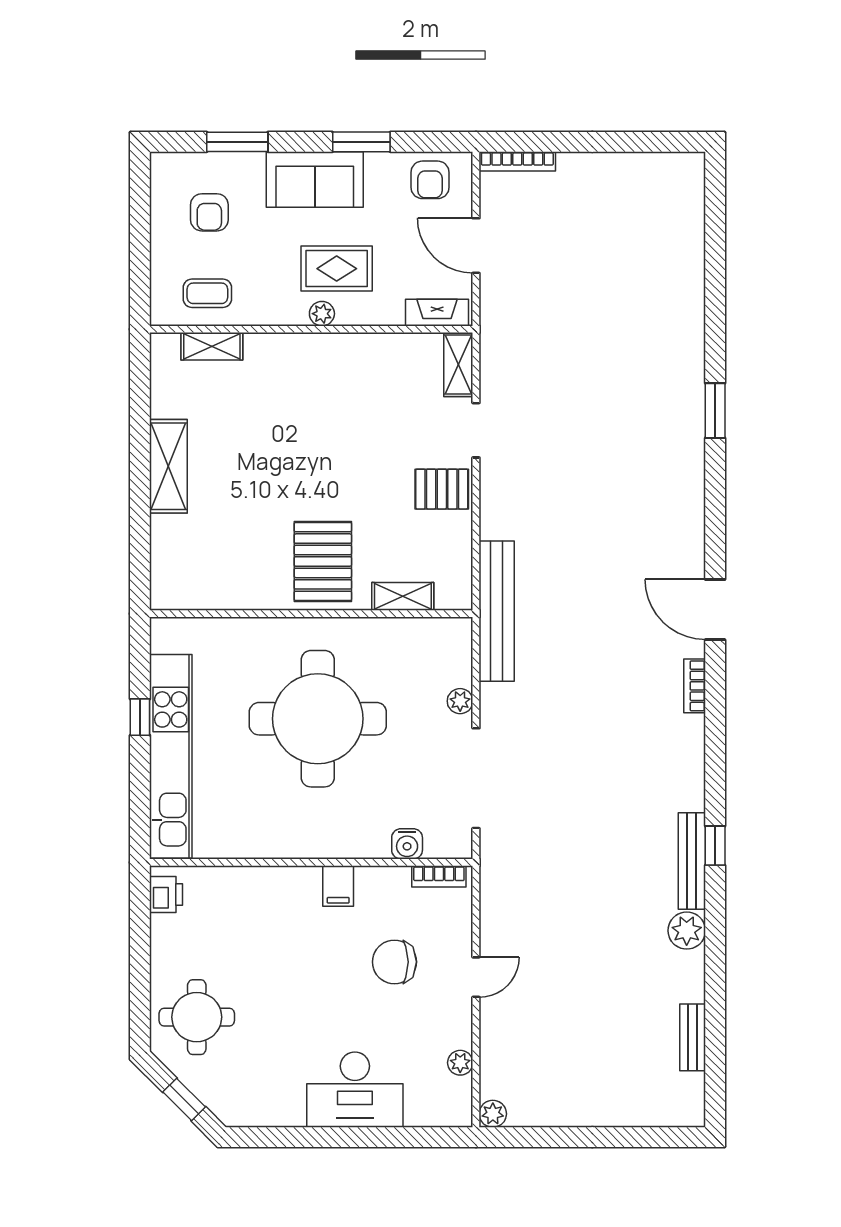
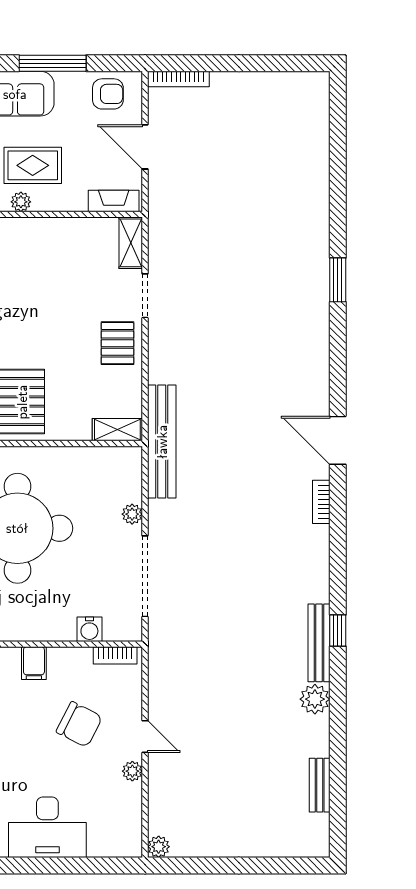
window: (361, 142) -> (53, 63), width x1.44
armchair: (430, 180) -> (108, 94), turned -90
pallet: (442, 489) -> (117, 343), turned 90
shelving: (403, 596) -> (117, 430), moved
chair: (394, 962) -> (79, 724), turned -153
door: (476, 977) -> (145, 737), hinge flipped
plant: (460, 1063) -> (132, 771), moved

